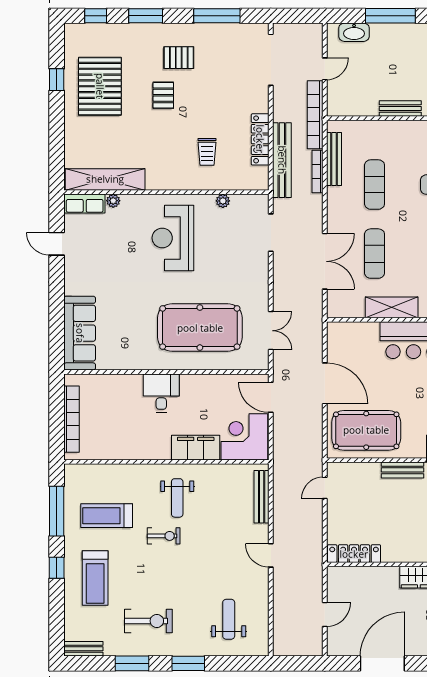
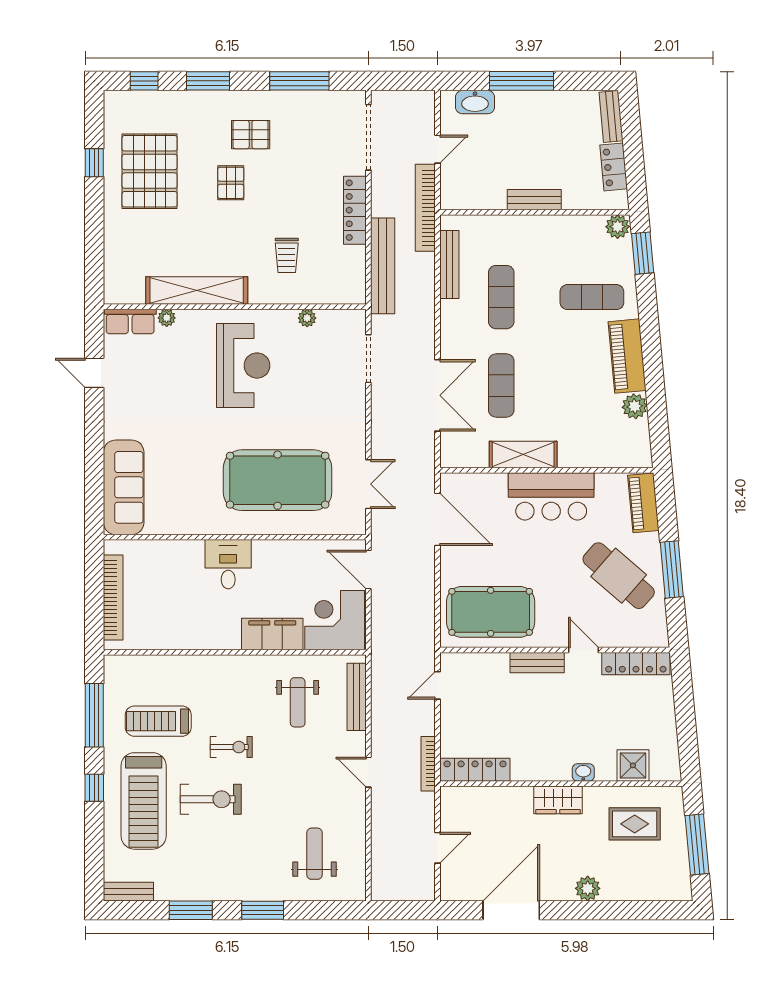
locker: (260, 139) -> (355, 210), moved
bookcase: (317, 172) -> (428, 764), moved
shelving: (105, 179) -> (197, 291), moved
reception desk: (173, 238) -> (243, 366), turned 180
door: (325, 383) -> (438, 519), moved
weight bench: (177, 498) -> (298, 702), moved
treadmill: (95, 578) -> (144, 801), width x1.37, depth x1.38
exercise bike: (148, 621) -> (211, 799), moved

